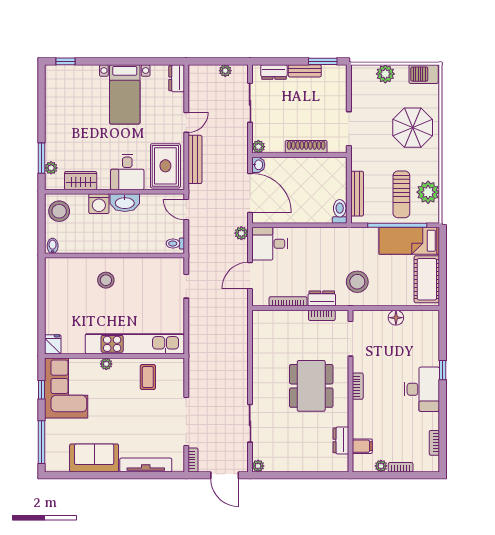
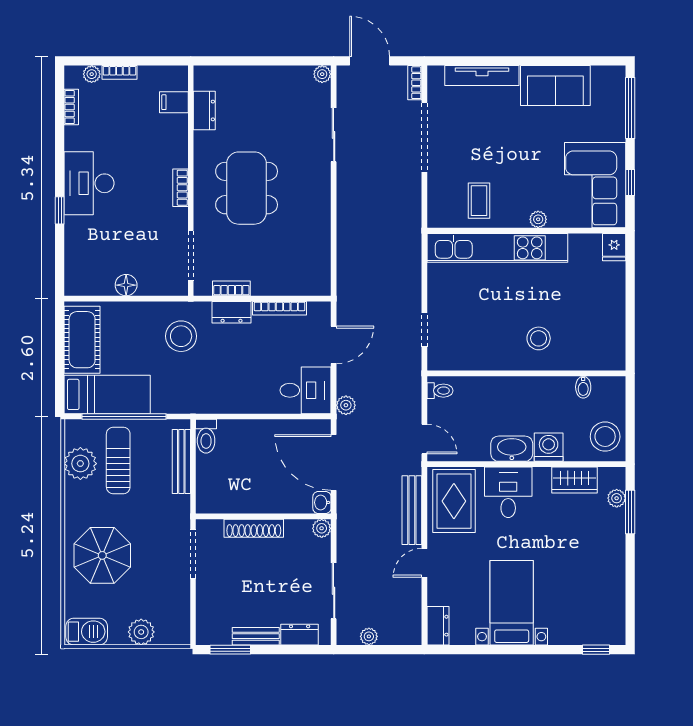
bidet: (53, 246) -> (583, 387), moved
plant: (381, 466) -> (92, 74), moved

